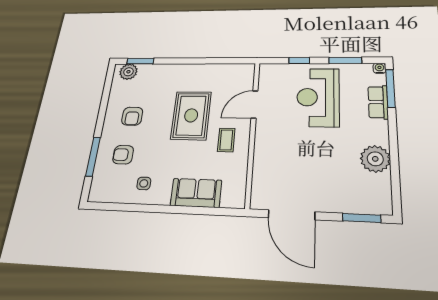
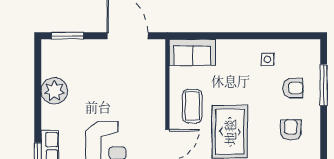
coffee table: (226, 140) -> (192, 106), width x1.36, depth x1.30
sofa: (196, 193) -> (192, 52), moved

